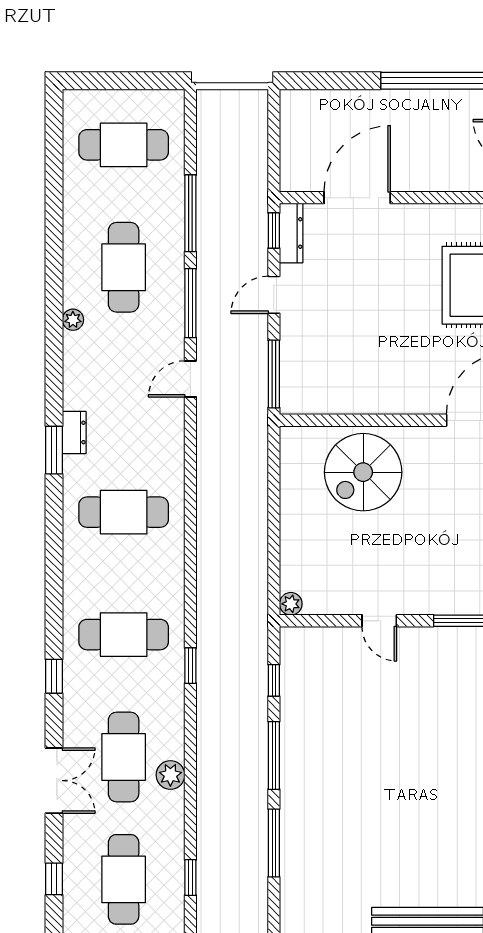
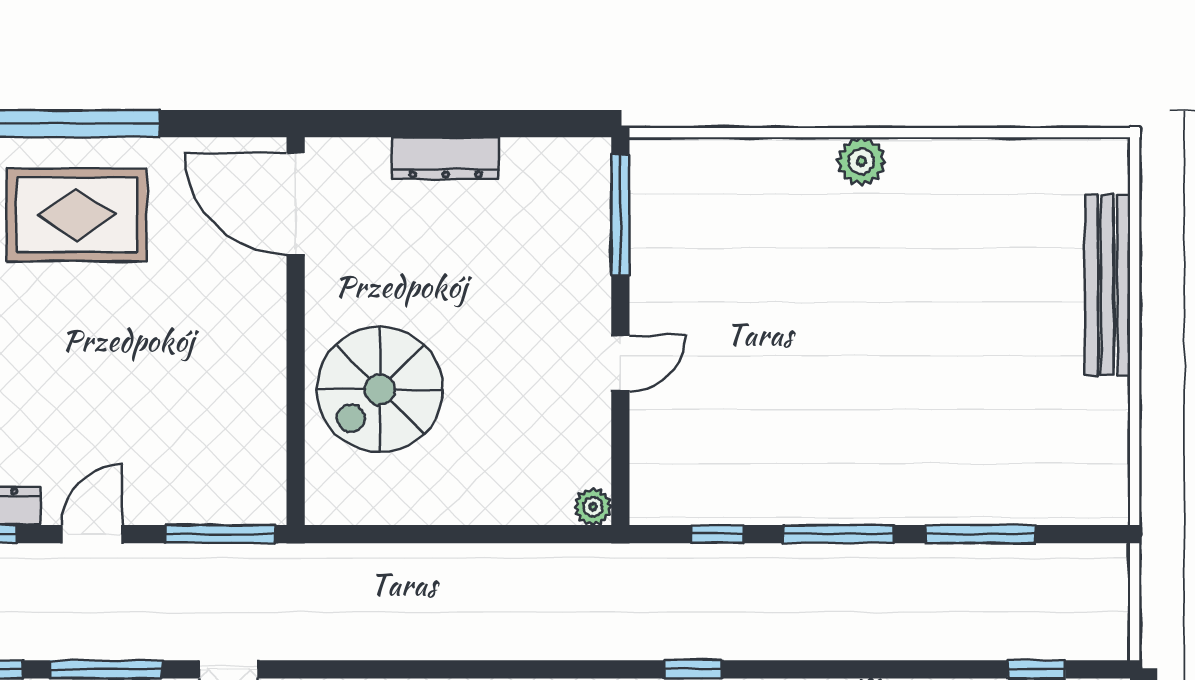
door: (274, 295) -> (92, 534), swing flipped
spiral stairs: (363, 472) -> (380, 389), turned 90

